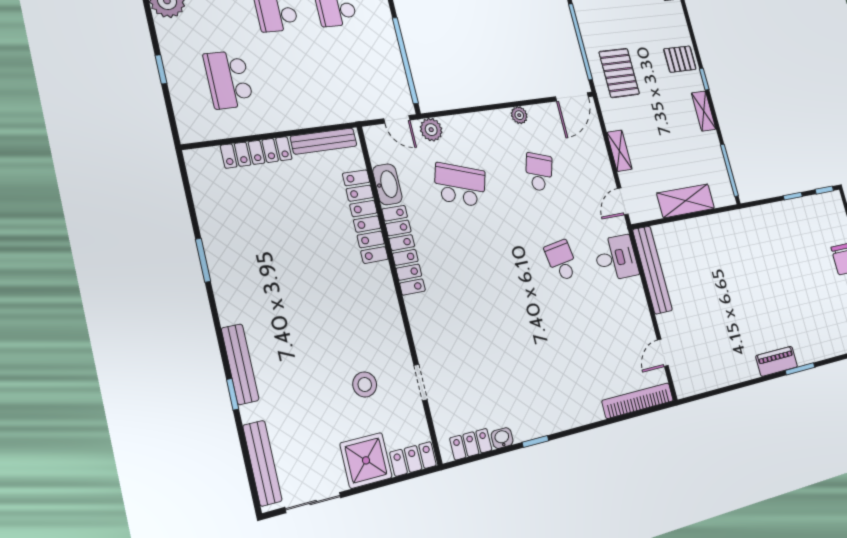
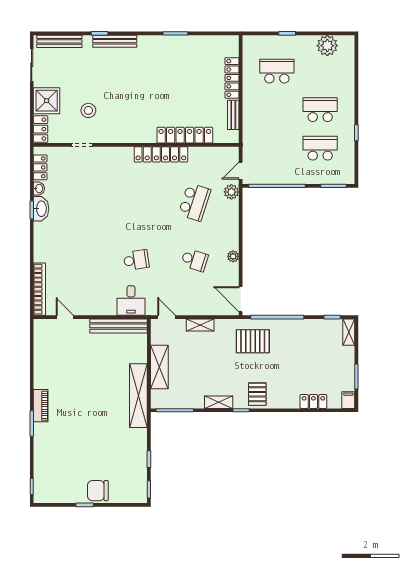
bench: (324, 141) -> (233, 115), width x0.73
washbasin: (387, 184) -> (41, 209), moved, turned -90
shelving: (727, 224) -> (138, 396), added

